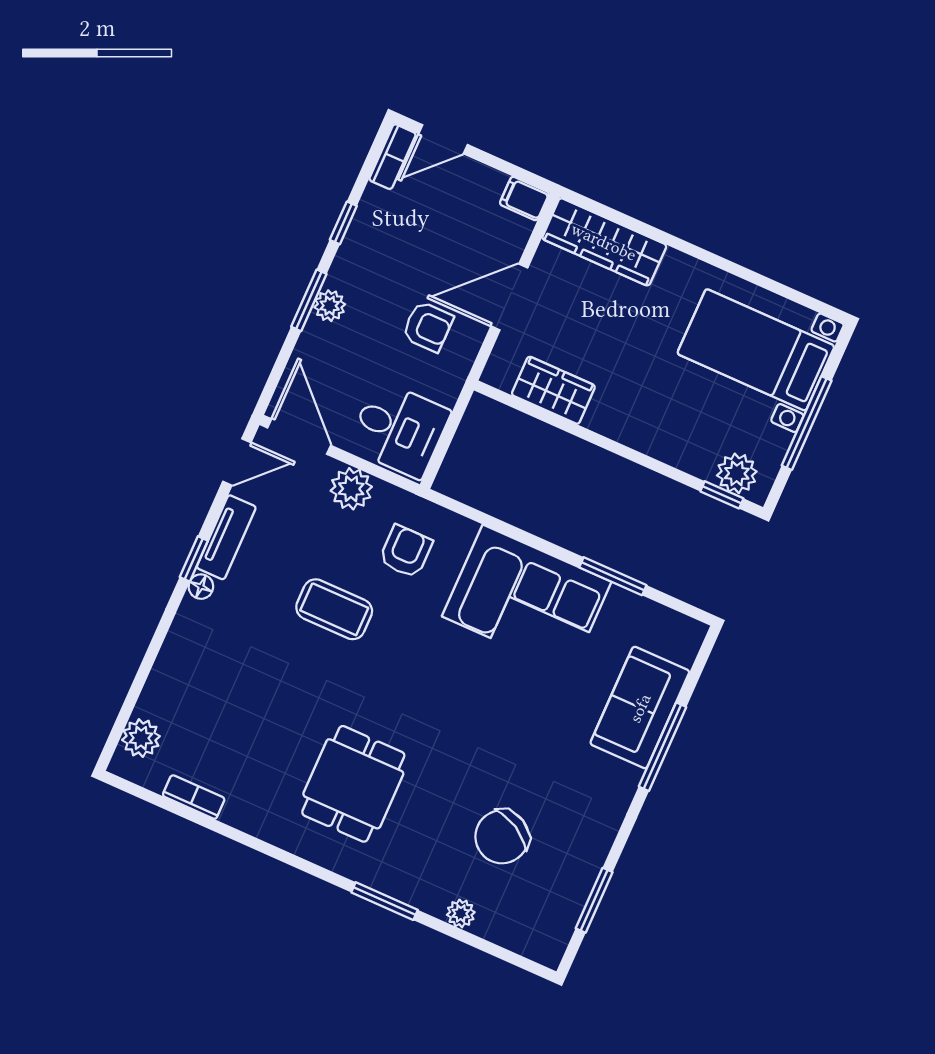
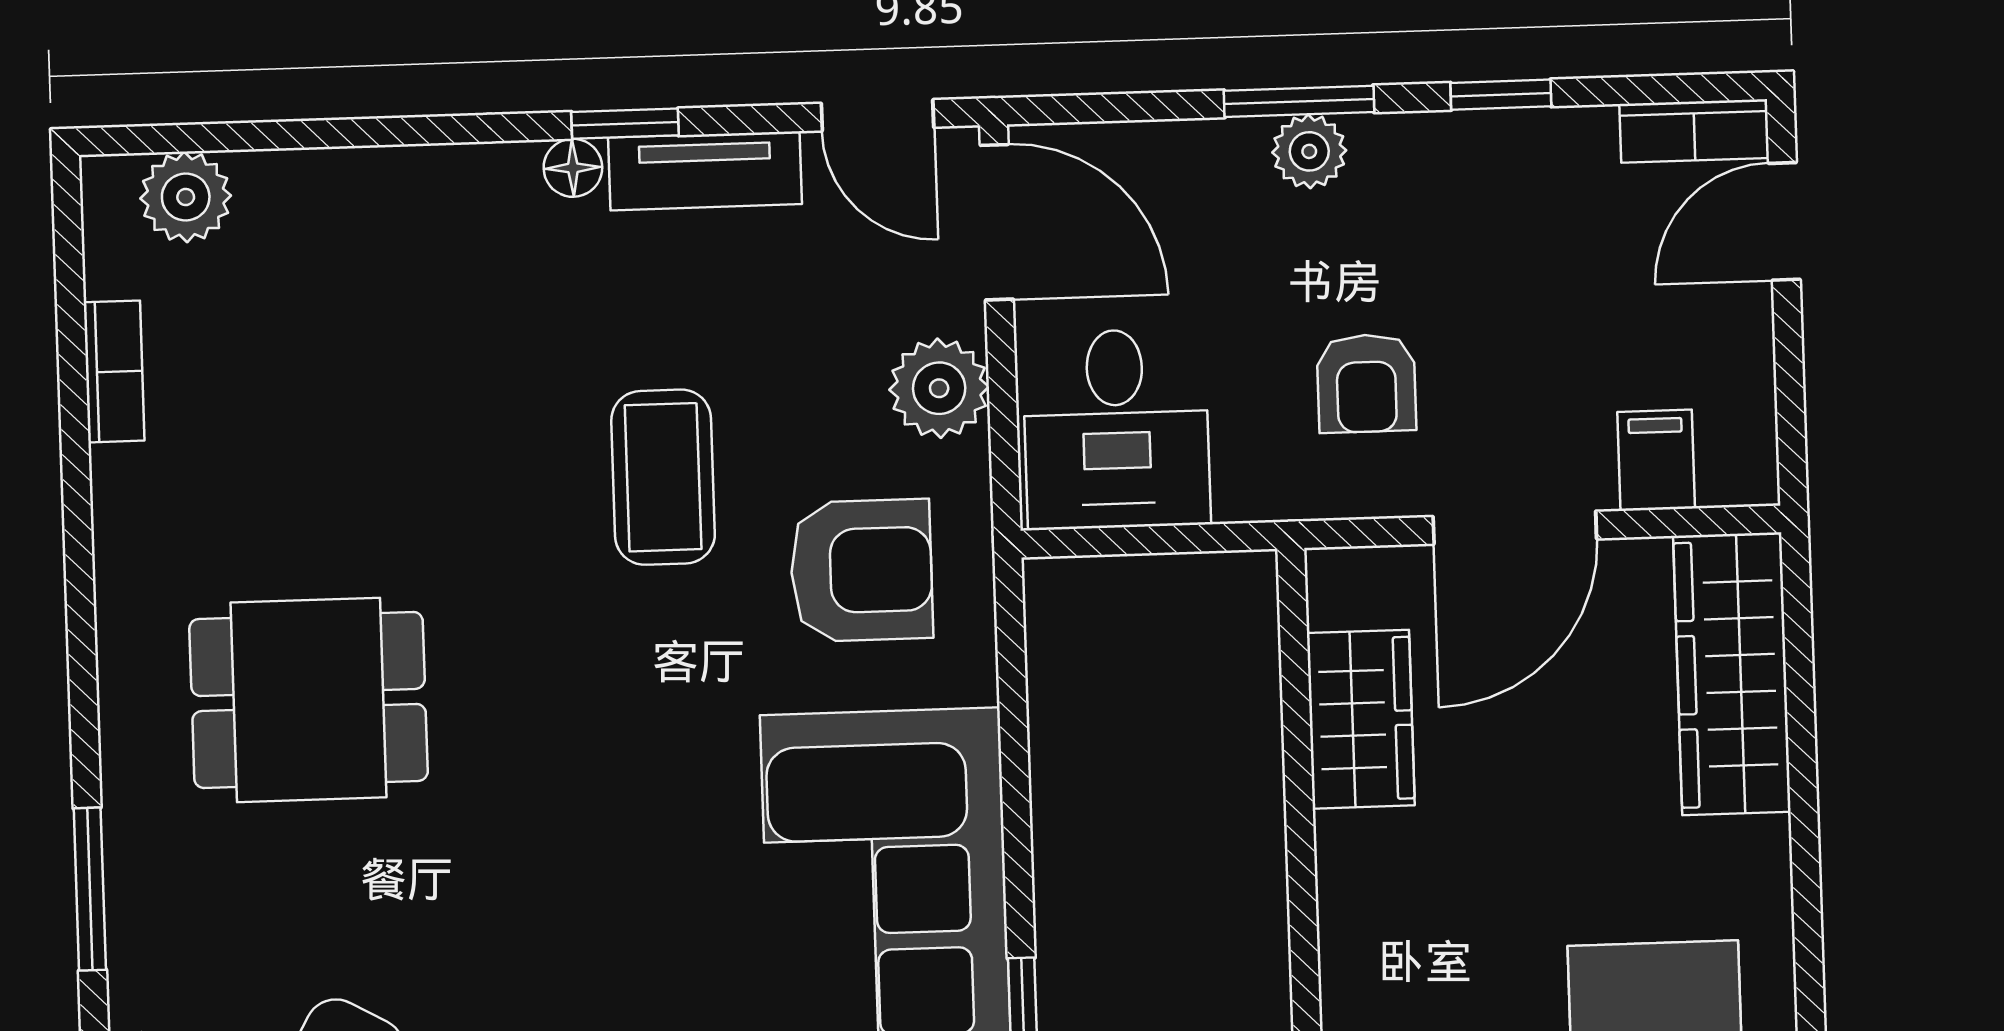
door: (443, 139) -> (1784, 221), hinge flipped
filing cabinet: (524, 199) -> (1656, 460), moved
door: (509, 297) -> (1515, 528), swing flipped
door: (299, 437) -> (997, 222), hinge flipped
armchair: (406, 551) -> (861, 570), width x1.38, depth x1.38

